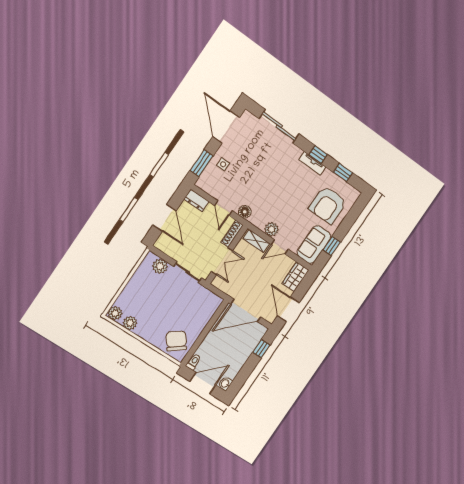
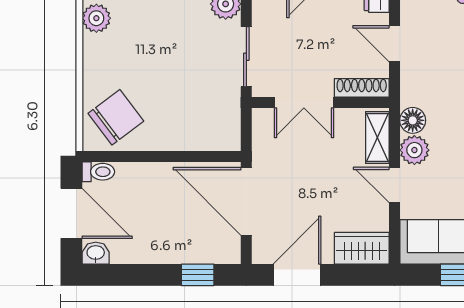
door: (223, 208) -> (394, 44), hinge flipped
floor lamp: (245, 212) -> (413, 120), moved

